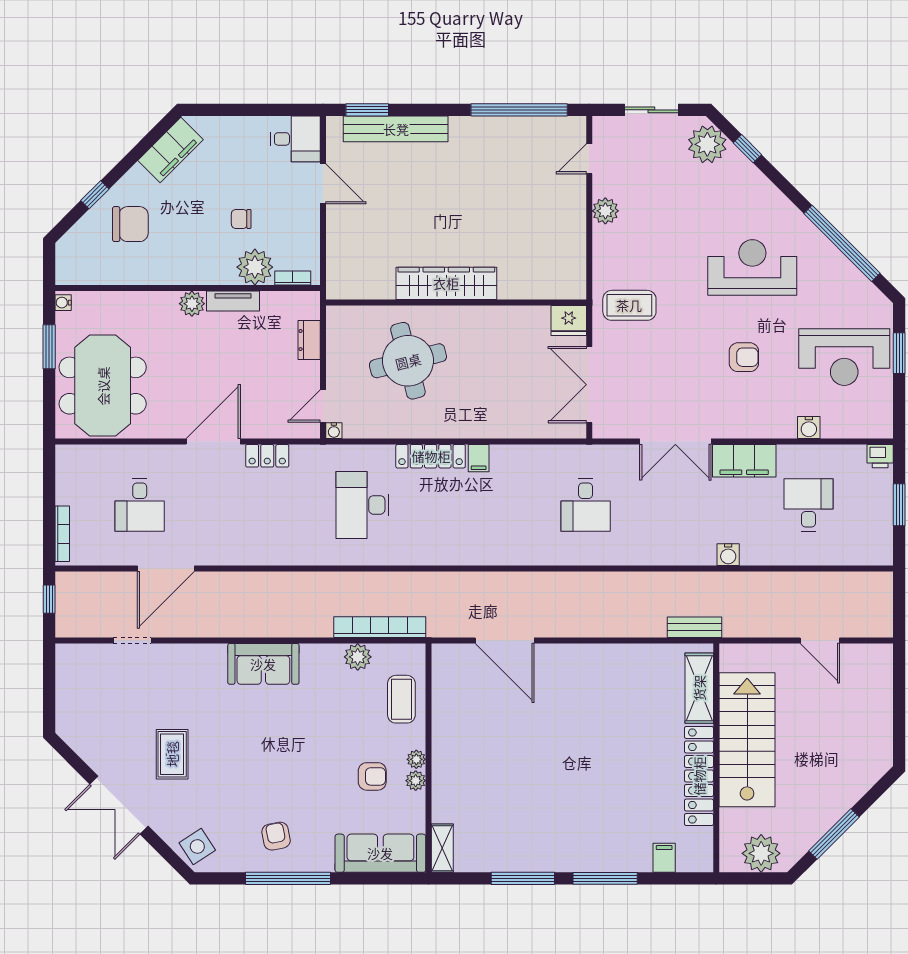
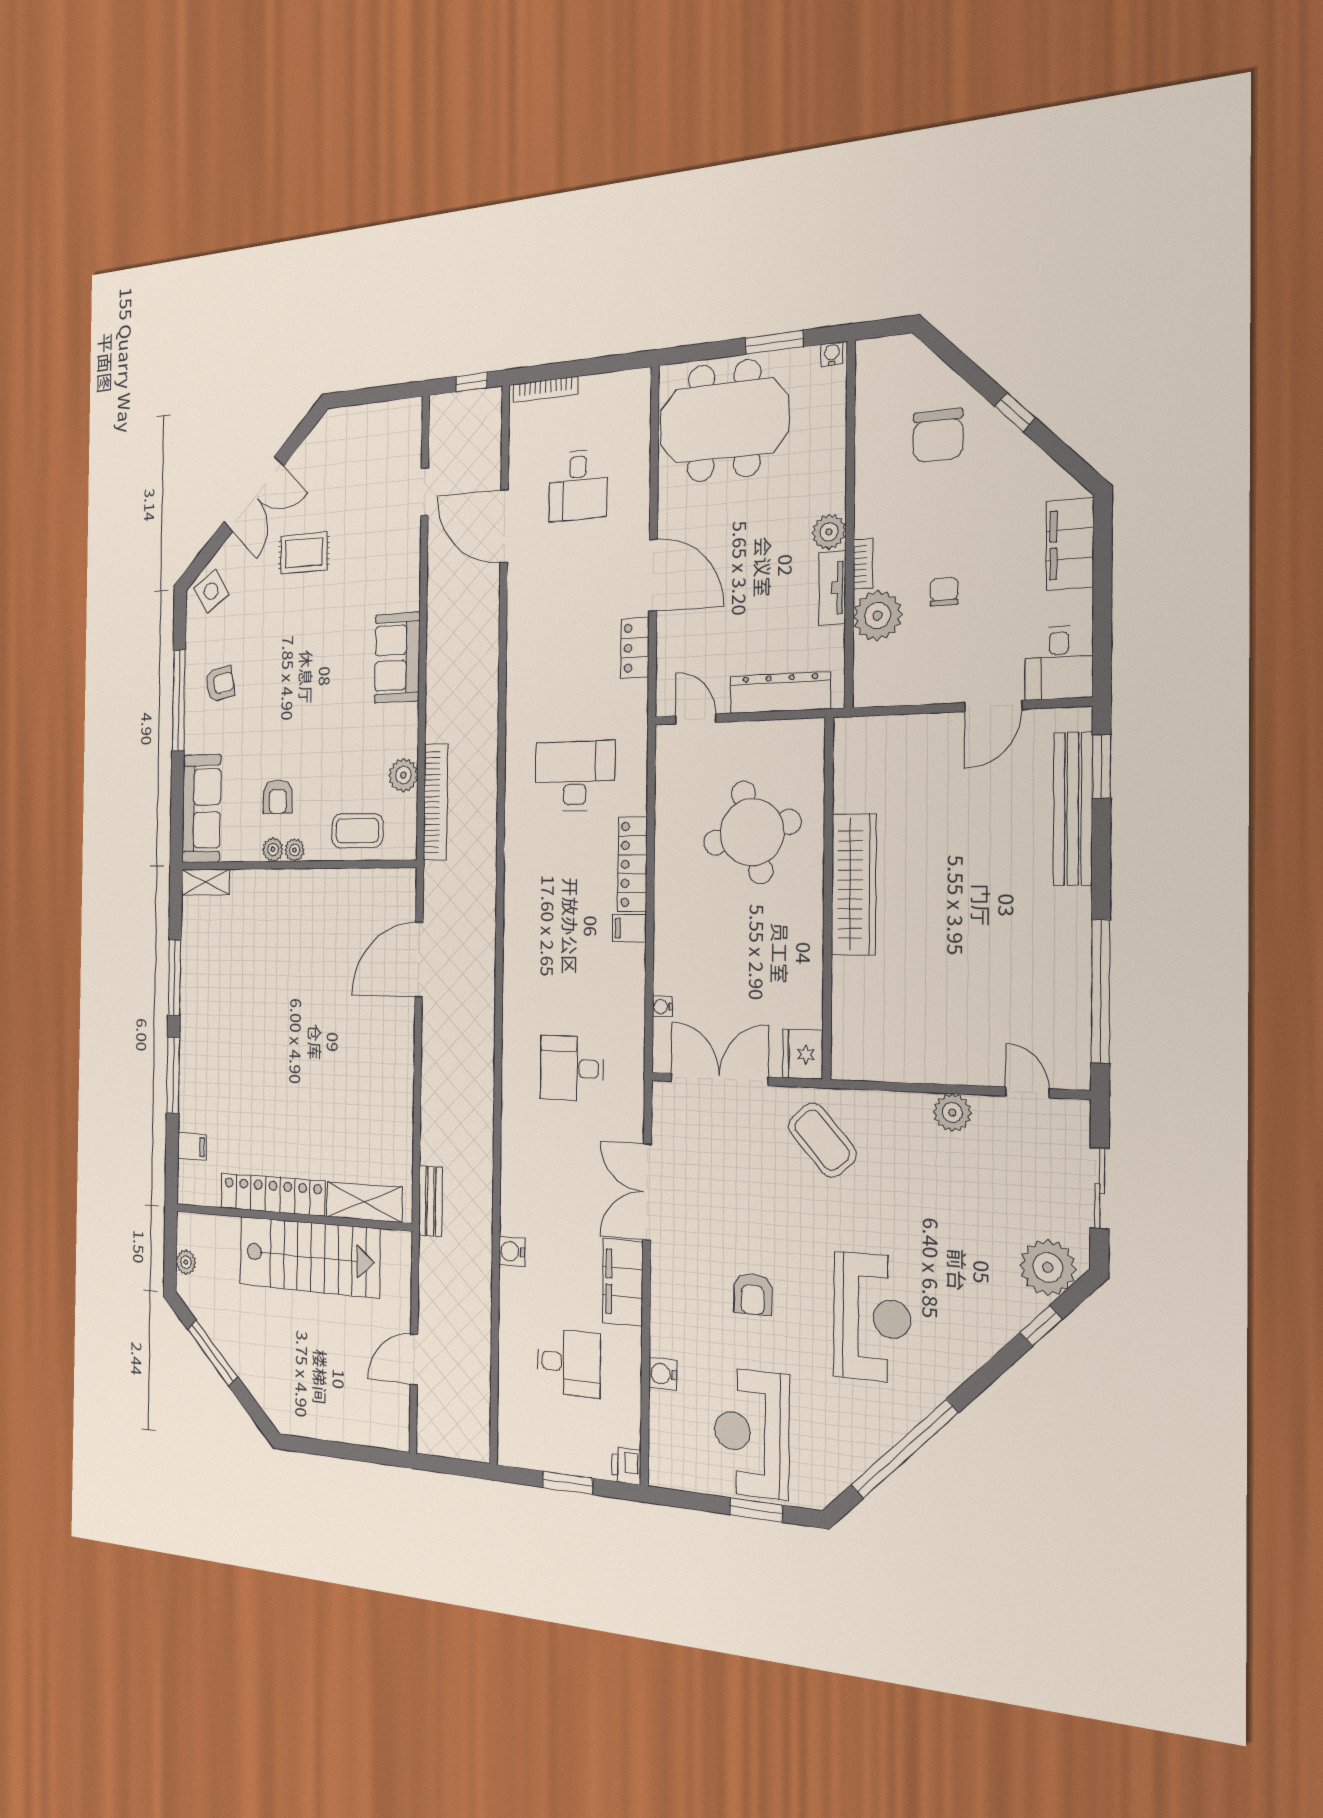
filing cabinet: (171, 150) -> (1070, 544), moved, turned 45
window: (95, 195) -> (1015, 412), moved
bookcase: (293, 278) -> (863, 564), moved
coffee table: (629, 305) -> (822, 1140), turned -42
dresser: (309, 340) -> (780, 693), width x1.96, depth x1.24
water cooler: (334, 431) -> (662, 1007), moved
desk: (140, 505) -> (578, 485), turned -90
double door: (119, 805) -> (253, 494), swing flipped
plant: (761, 853) -> (186, 1262), width x0.53, depth x0.53

